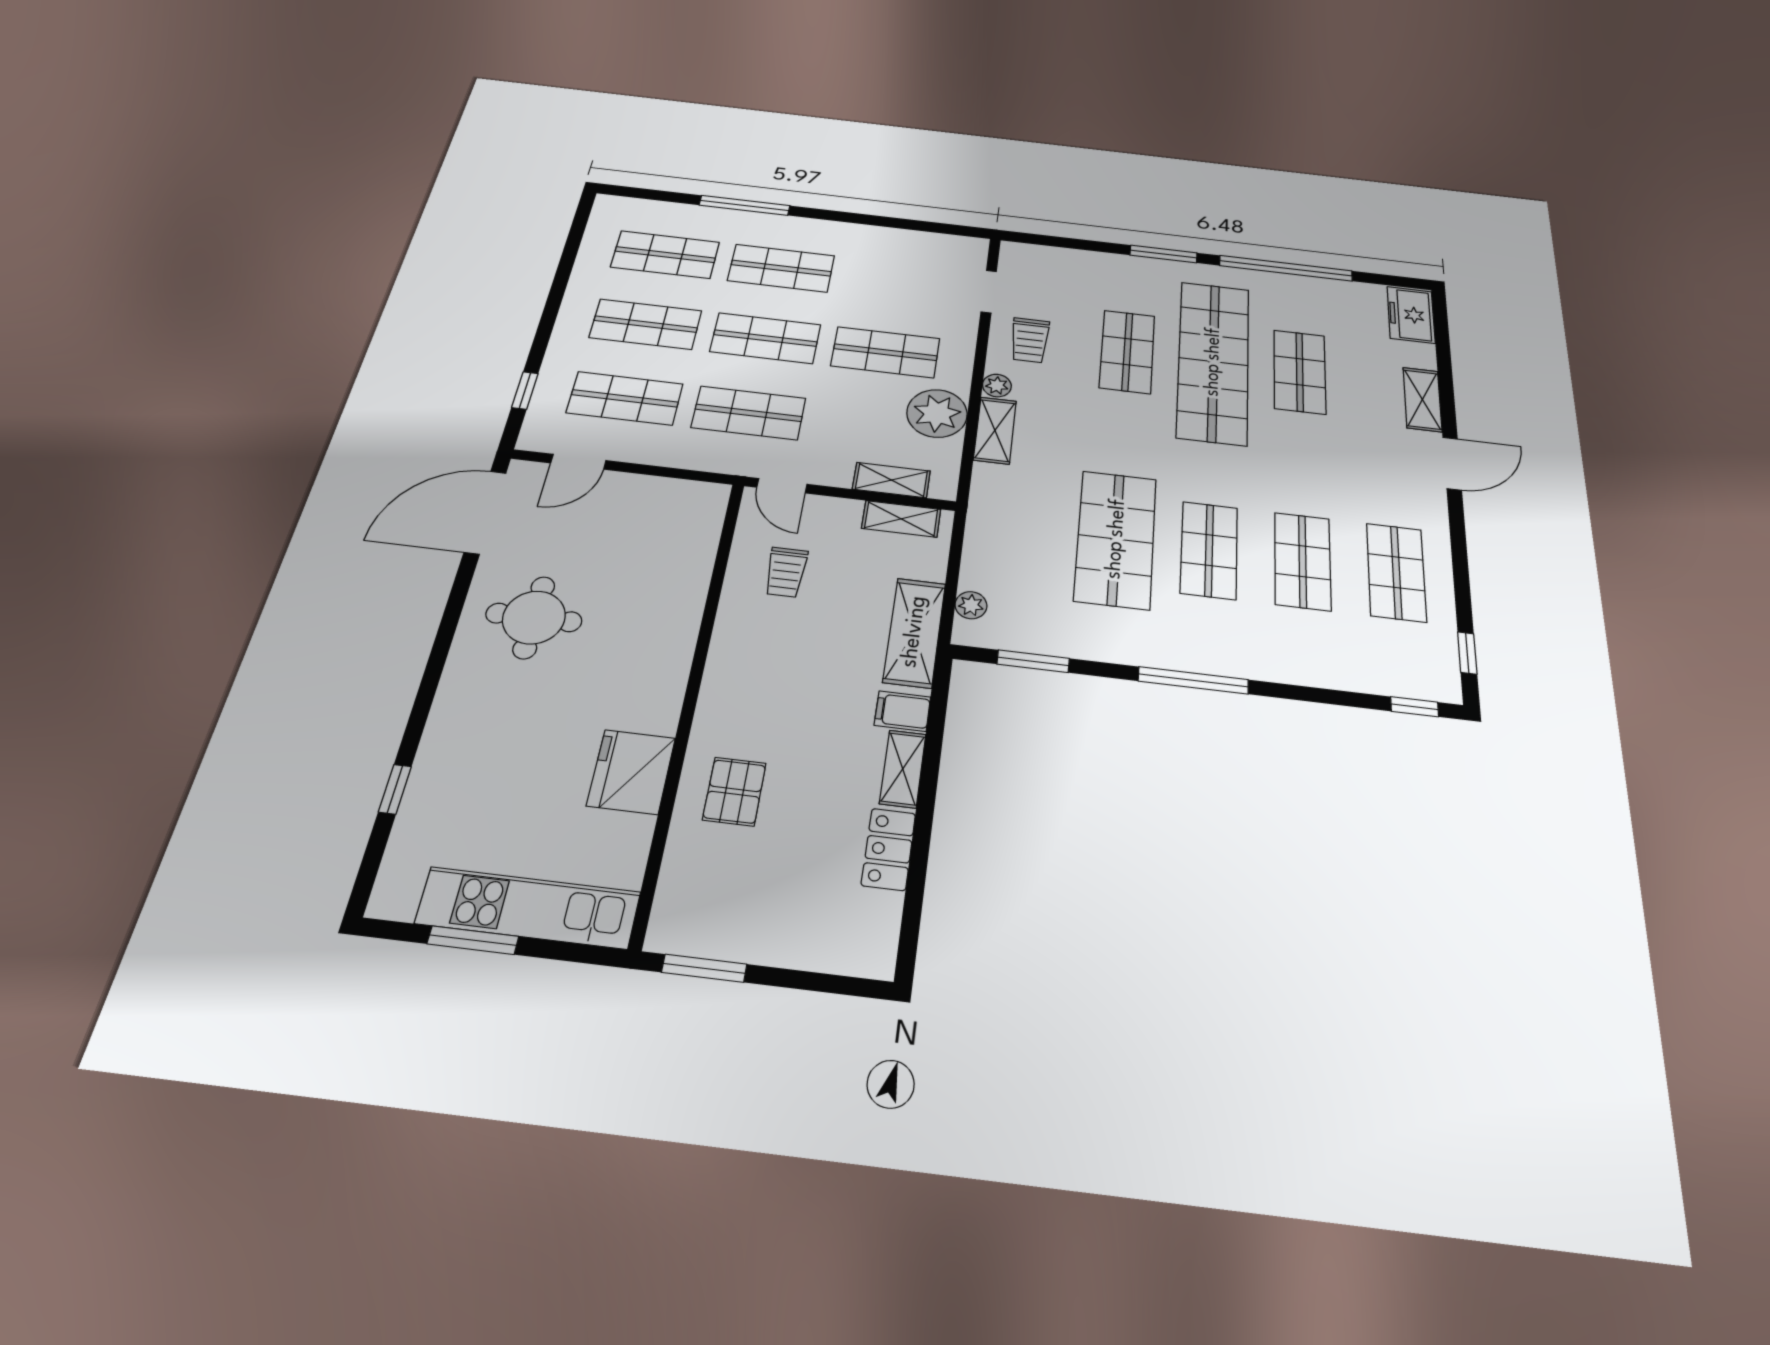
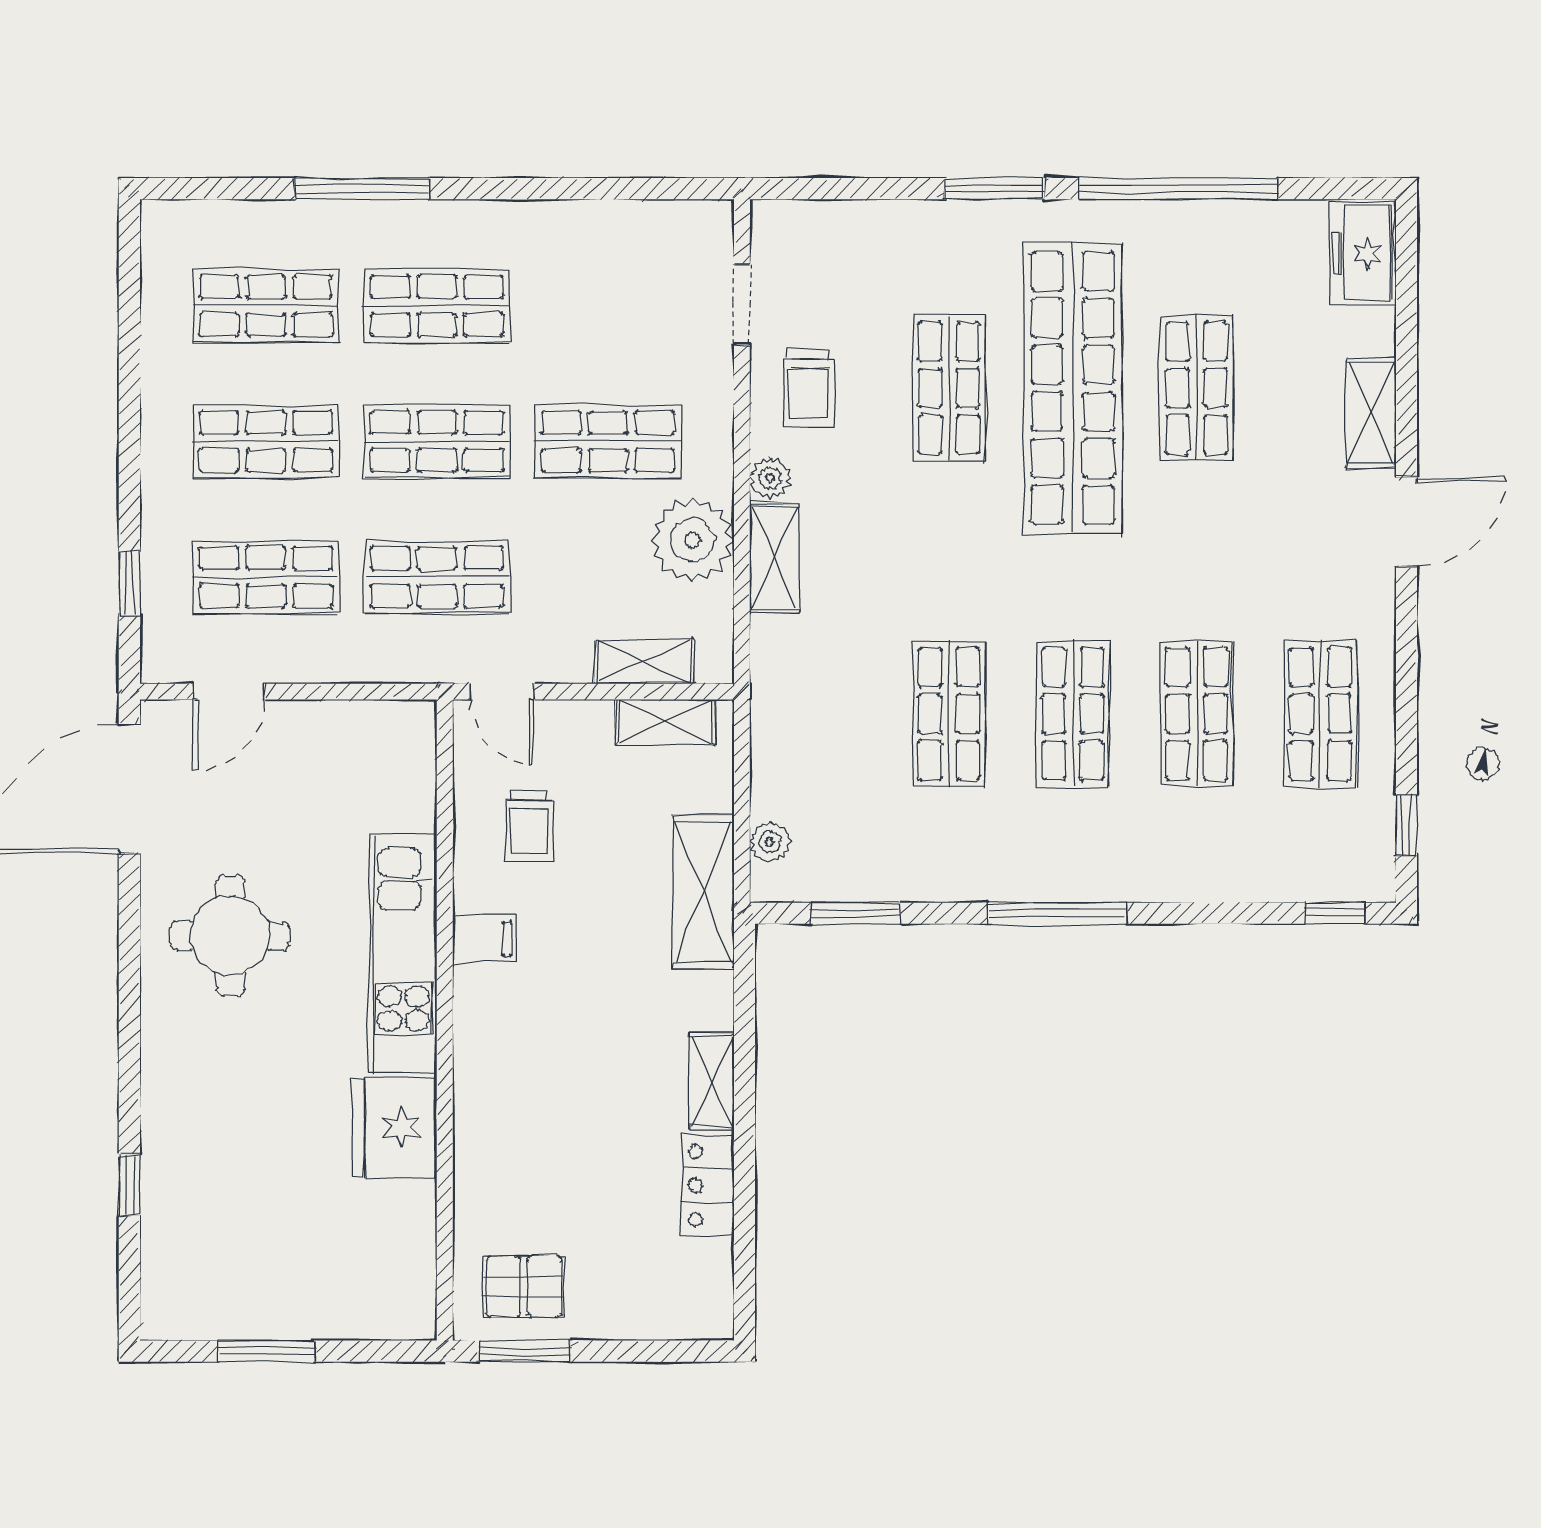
shop shelf: (1116, 539) -> (949, 714), width x0.70, depth x0.74
filing cabinet: (902, 711) -> (484, 939), moved, turned 180
pallet: (734, 791) -> (524, 1287), moved, turned 90
kitchen unit: (528, 908) -> (403, 953), moved, turned -90

